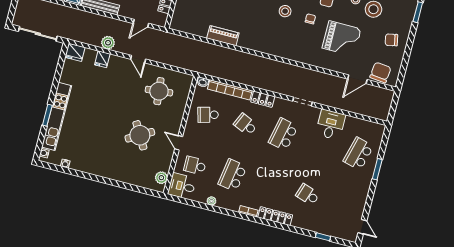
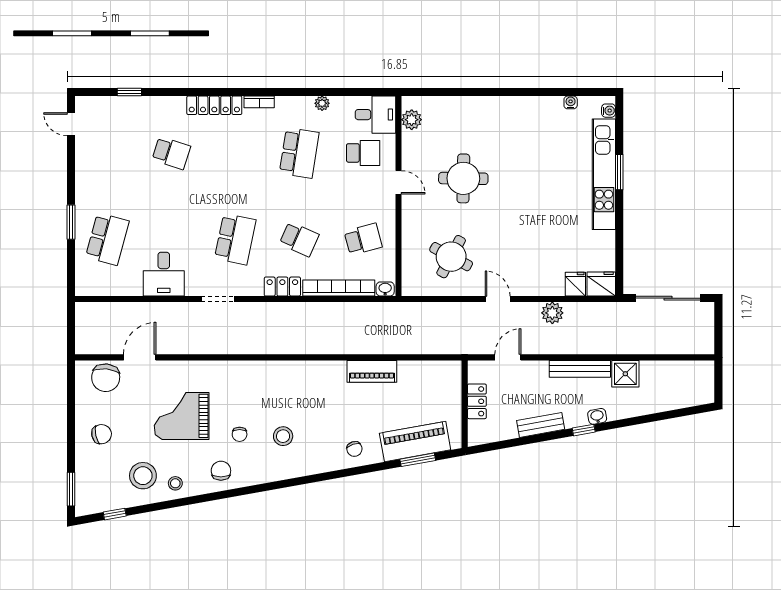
fridge: (102, 59) -> (575, 284), moved
round table: (159, 91) -> (451, 257), turned 34
round table: (140, 135) -> (463, 178), turned 31

